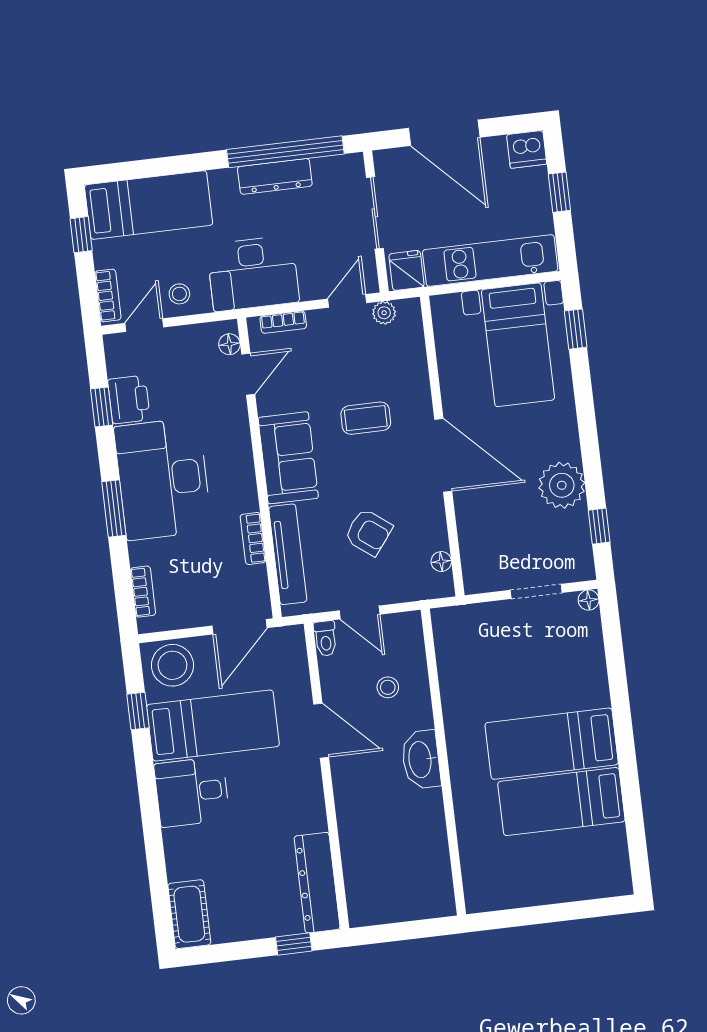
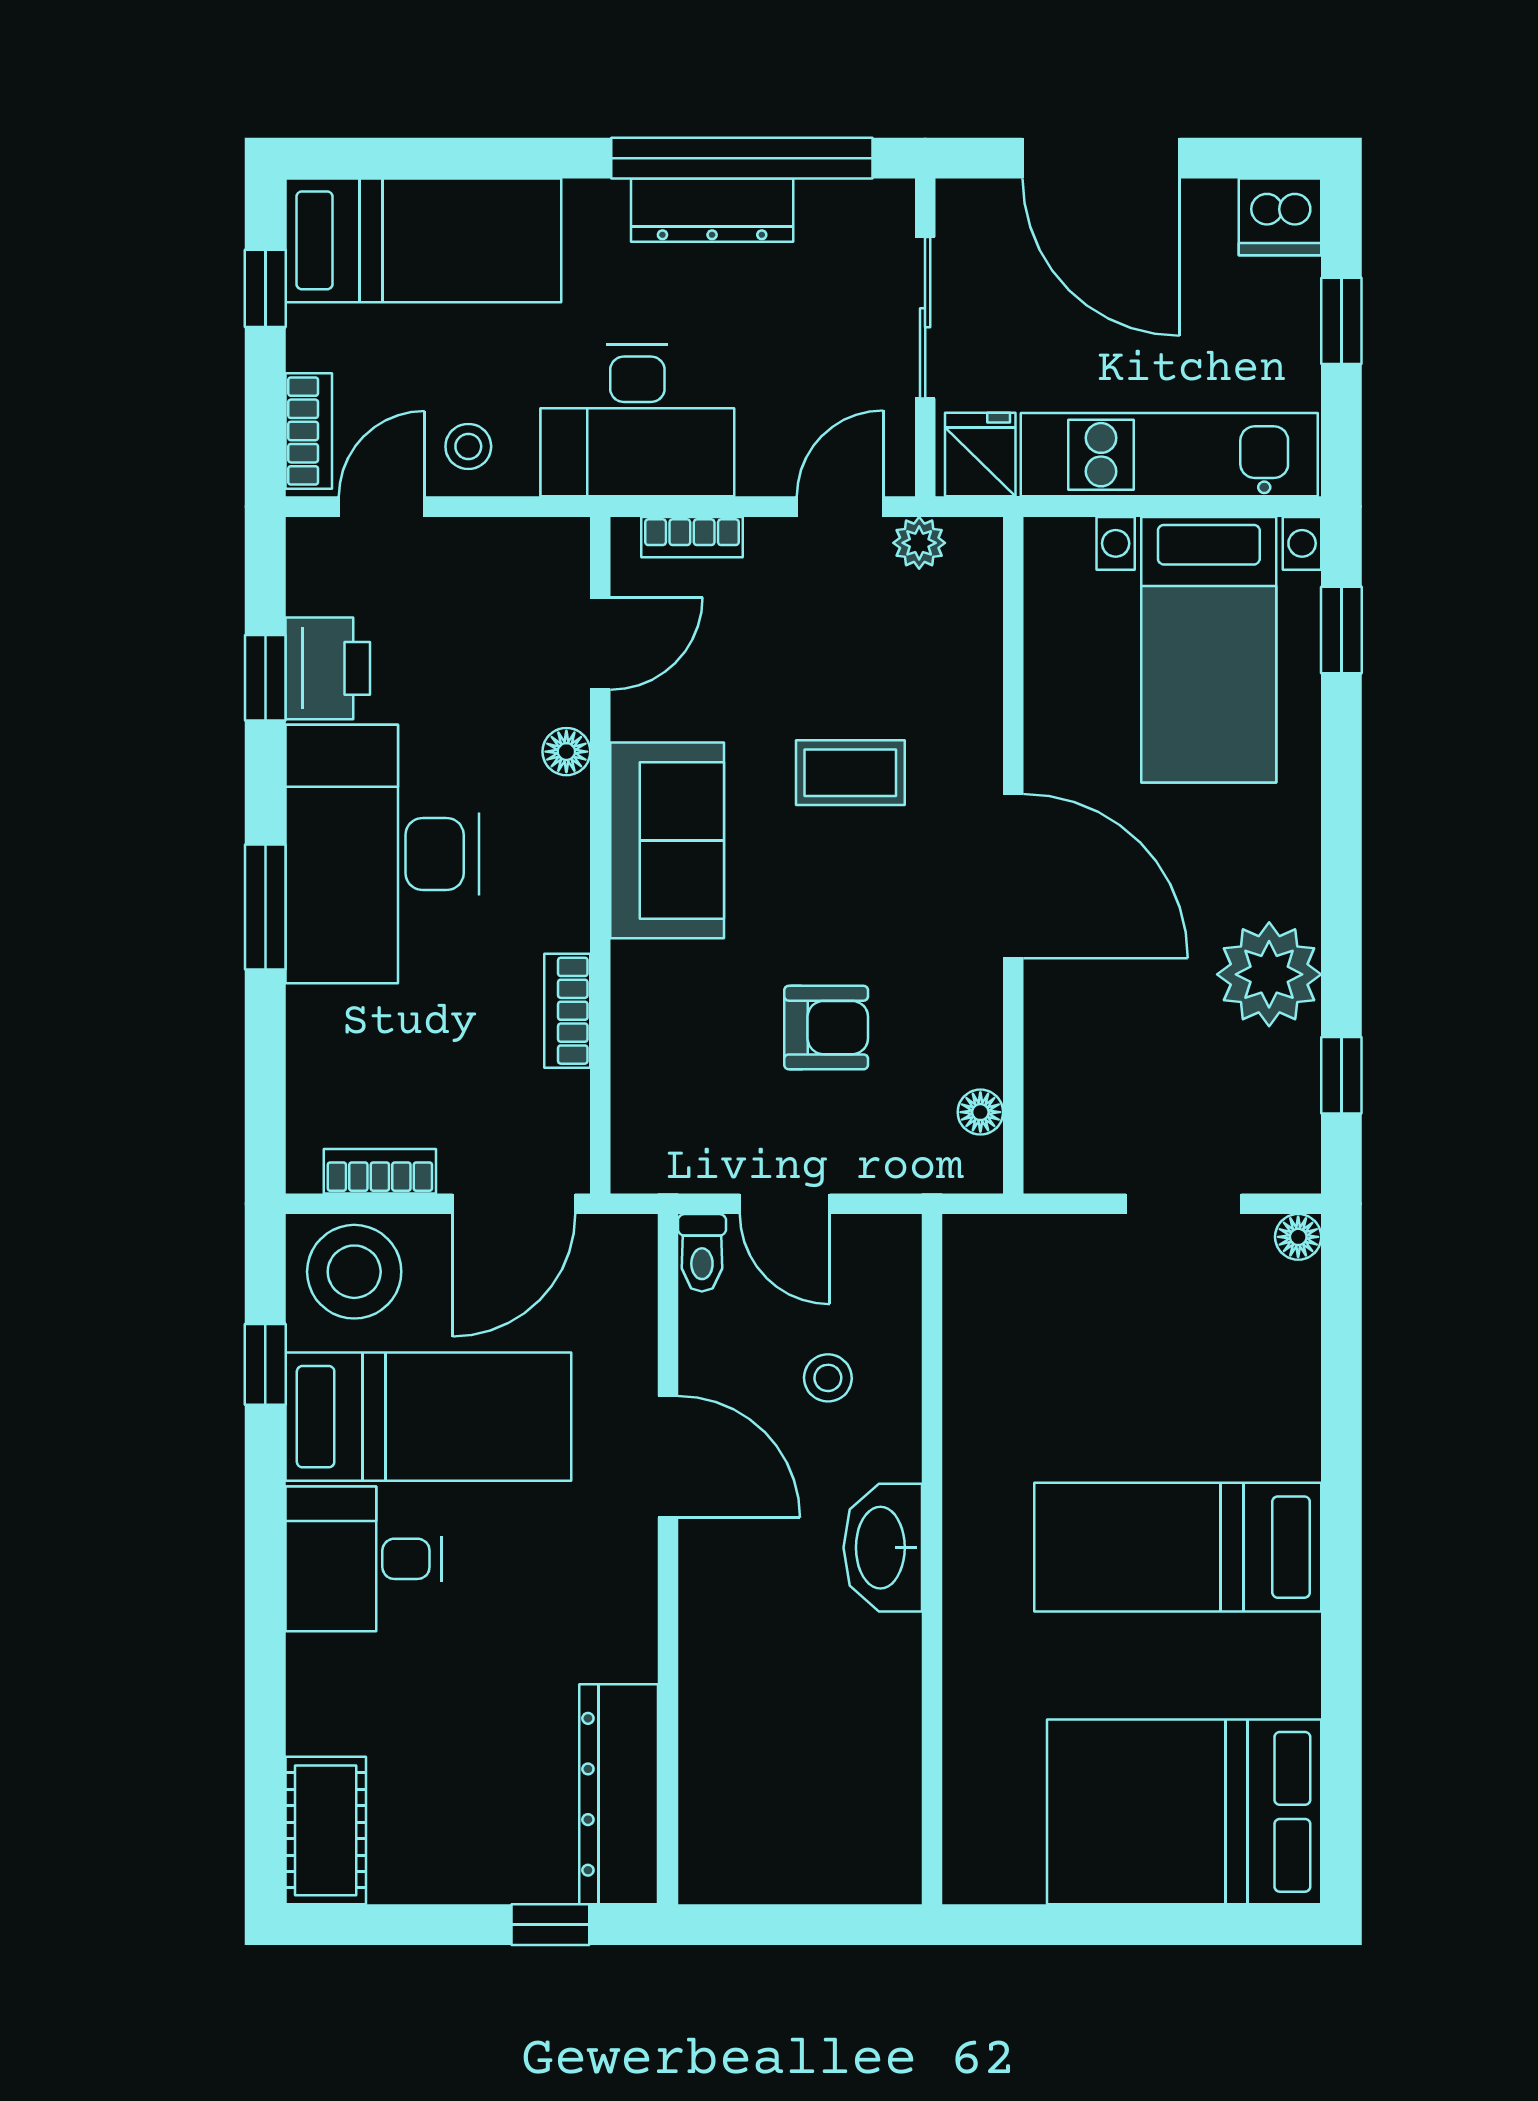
floor lamp: (229, 344) -> (566, 752), moved
armchair: (368, 532) -> (826, 1028), turned -37
tv unit: (288, 554) -> (641, 1055), removed
bookcase: (143, 592) -> (380, 1171), moved, turned -90
bed: (561, 802) -> (1184, 1812), moved, width x1.50

